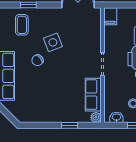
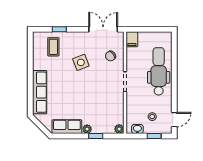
chair: (38, 60) -> (111, 56), moved
row of seats: (93, 95) -> (67, 127), moved, turned 90
plant: (60, 117) -> (87, 129), added

